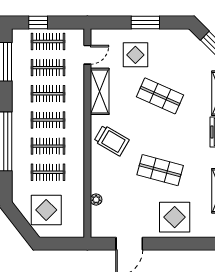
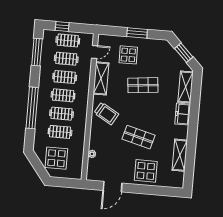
shop shelf: (160, 96) -> (143, 85), turned -30

